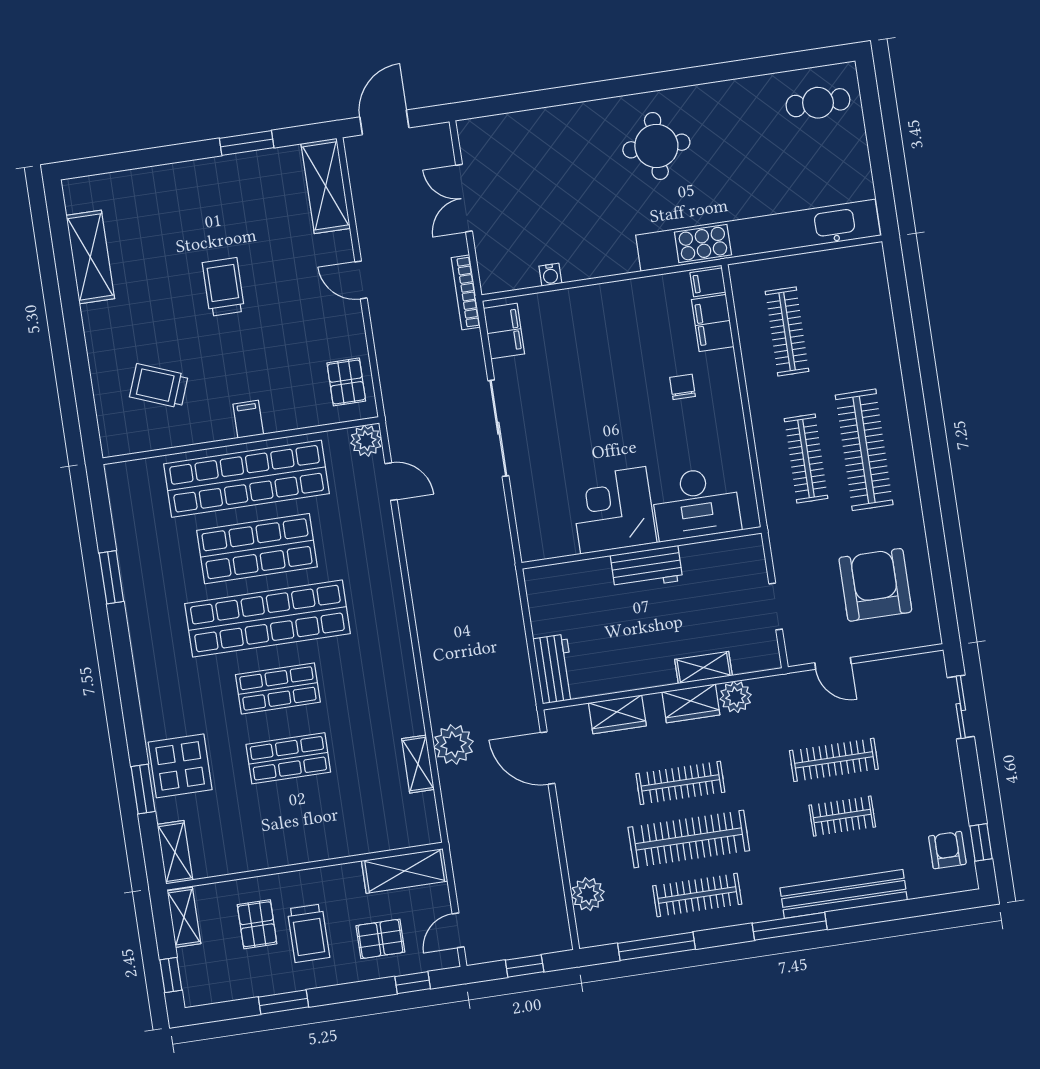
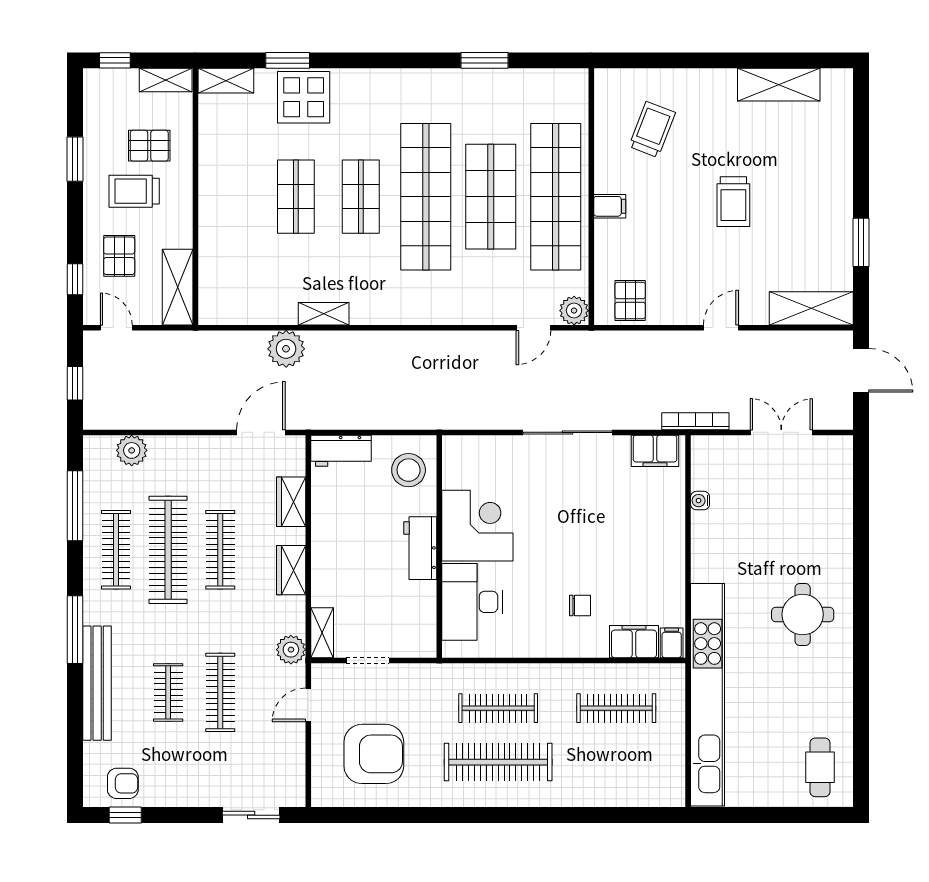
trolley: (223, 287) -> (733, 202), turned 90
pallet: (346, 382) -> (630, 300), turned 90
stool: (564, 593) -> (409, 470), added
shelving: (703, 667) -> (322, 633), moved
plant: (736, 697) -> (291, 650), moved
shelving: (418, 764) -> (324, 314), moved

